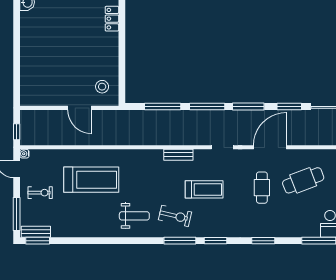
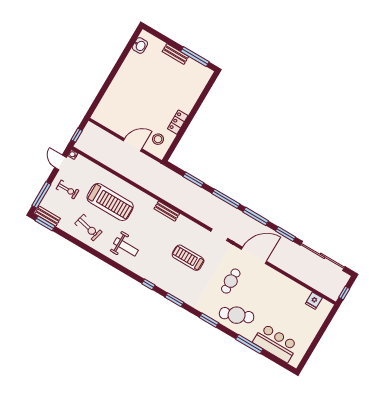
locker: (112, 19) -> (178, 122), moved
window: (163, 107) -> (193, 180), width x0.69
door: (80, 108) -> (133, 145), swing flipped
bench: (178, 155) -> (167, 211), moved
cafe table: (303, 180) -> (237, 315), moved
treadmill: (204, 189) -> (188, 258), turned 180
exercise bike: (175, 216) -> (88, 228), moved
window: (180, 241) -> (148, 284), width x0.46

